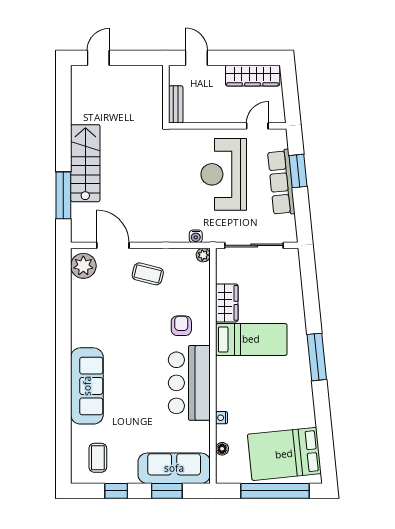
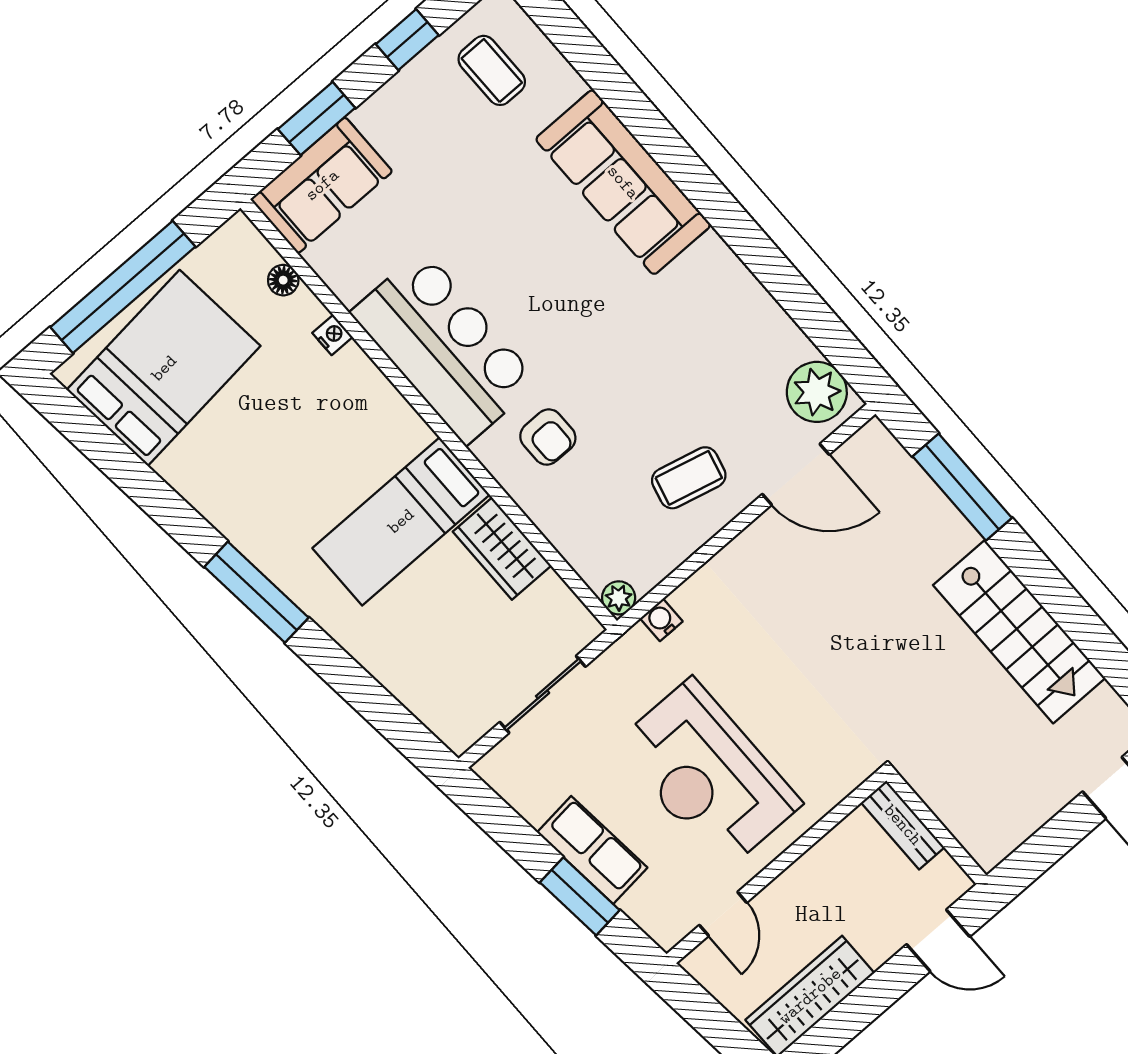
stairs: (85, 163) -> (1019, 632), moved
reception desk: (224, 174) -> (708, 774), turned 180
row of seats: (281, 182) -> (592, 850), width x0.68
sliding door: (254, 245) -> (543, 694), width x0.73
sofa: (174, 468) -> (322, 185), width x0.73

